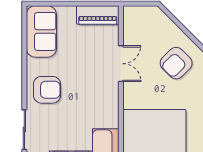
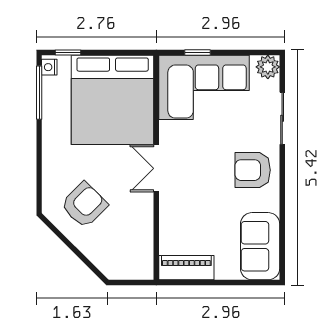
double door: (121, 64) -> (156, 168), moved

